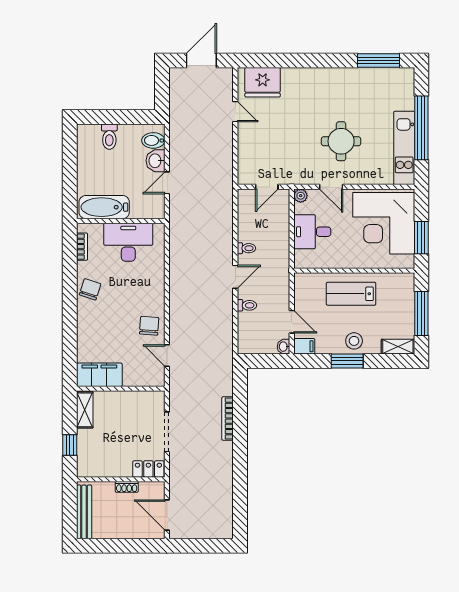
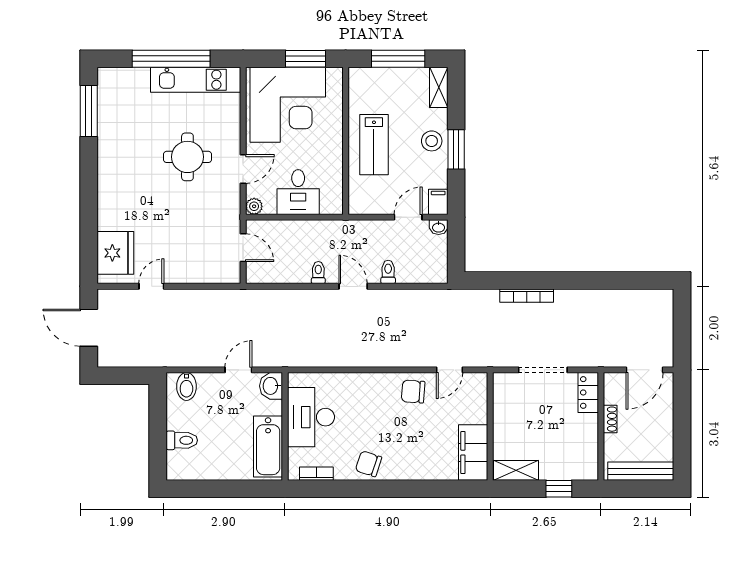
washbasin: (155, 161) -> (271, 386), moved, turned 90
door: (167, 183) -> (238, 370), swing flipped

